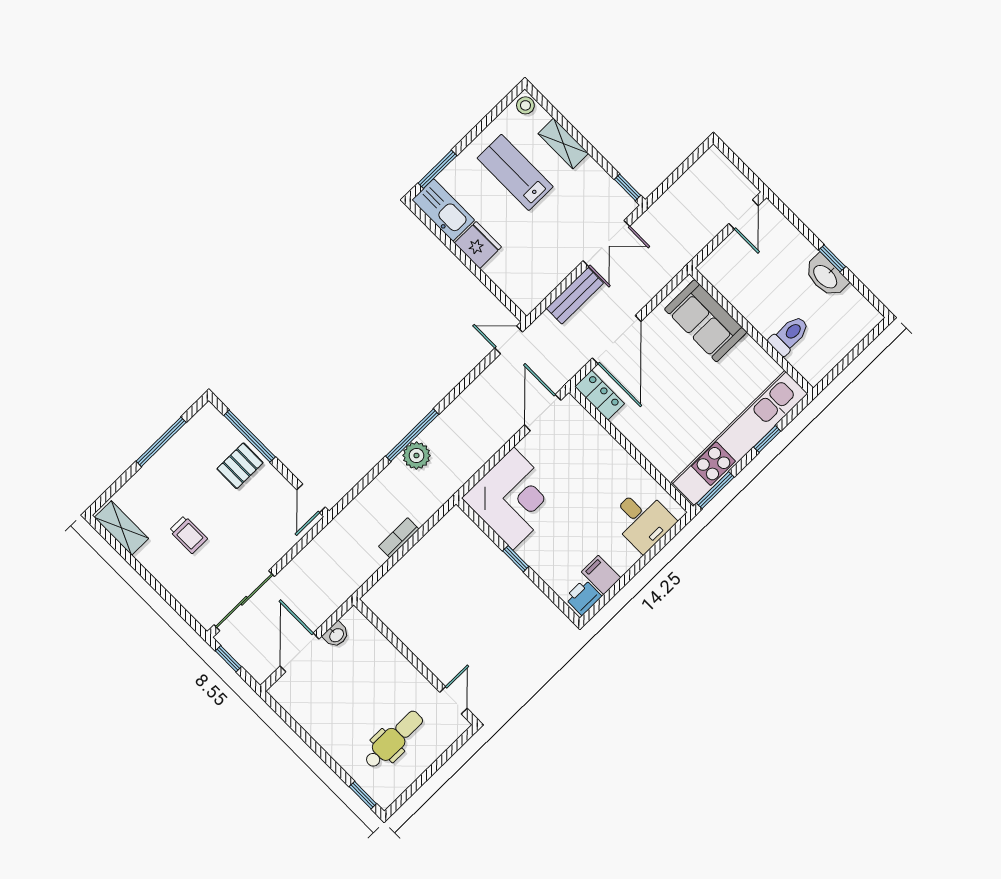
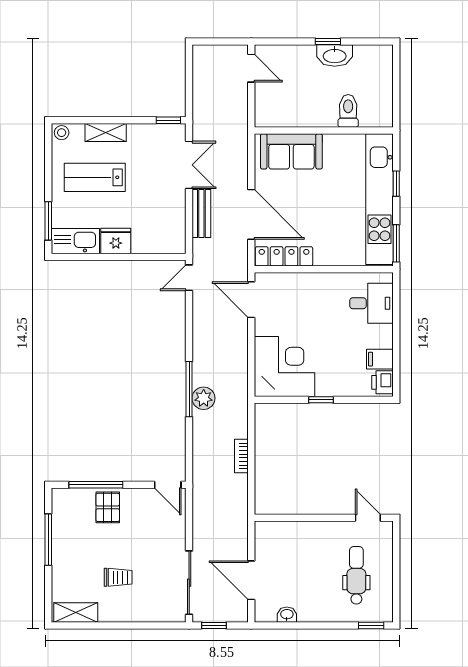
locker: (600, 395) -> (284, 256), width x1.53
washbasin: (336, 635) -> (287, 615), moved, turned -90

